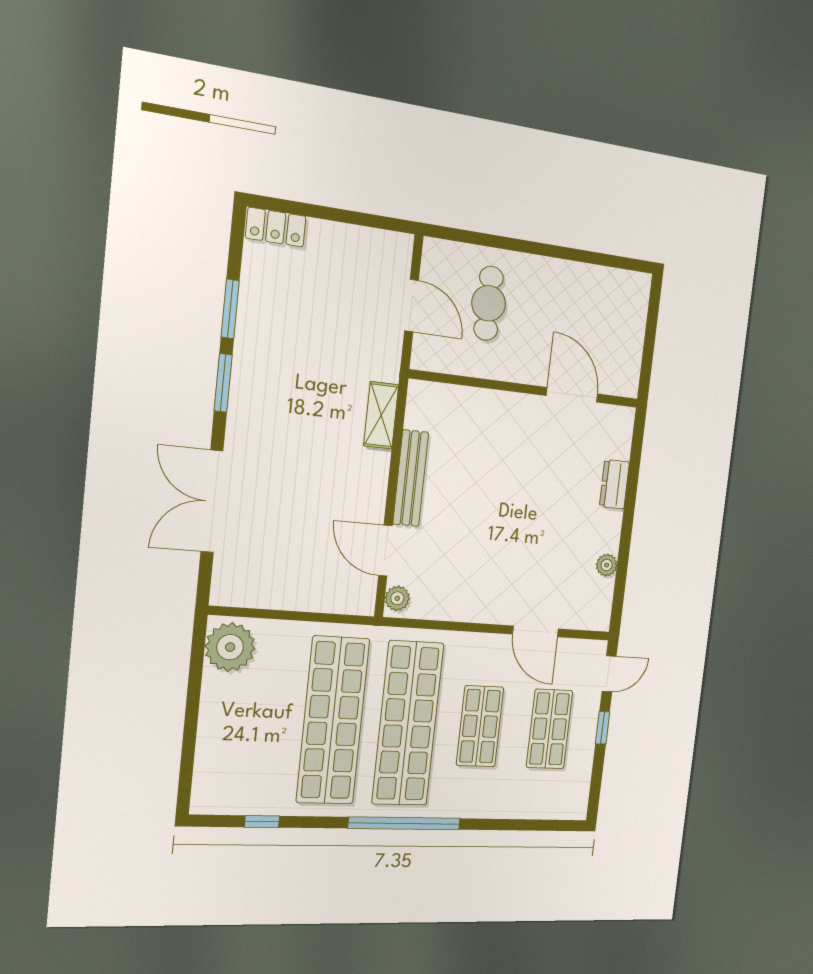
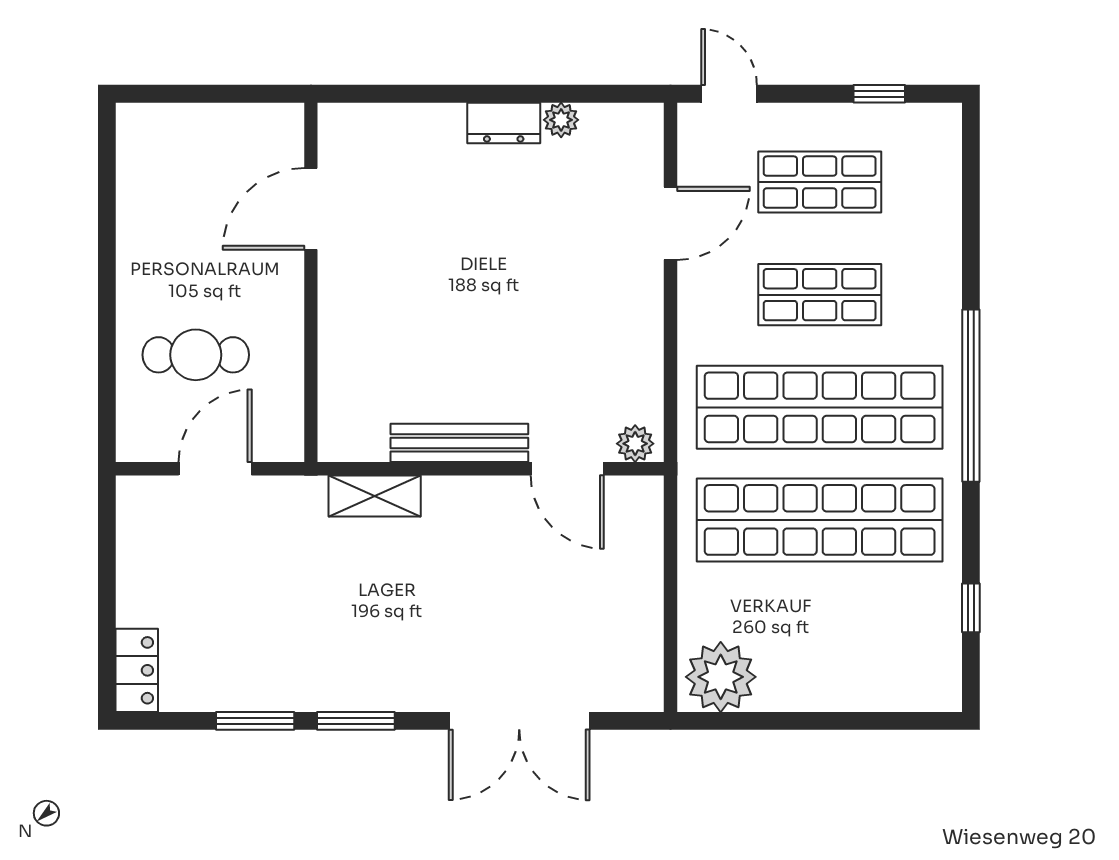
dresser: (614, 484) -> (504, 123), moved
door: (385, 551) -> (567, 469), hinge flipped
window: (603, 728) -> (879, 94), moved

